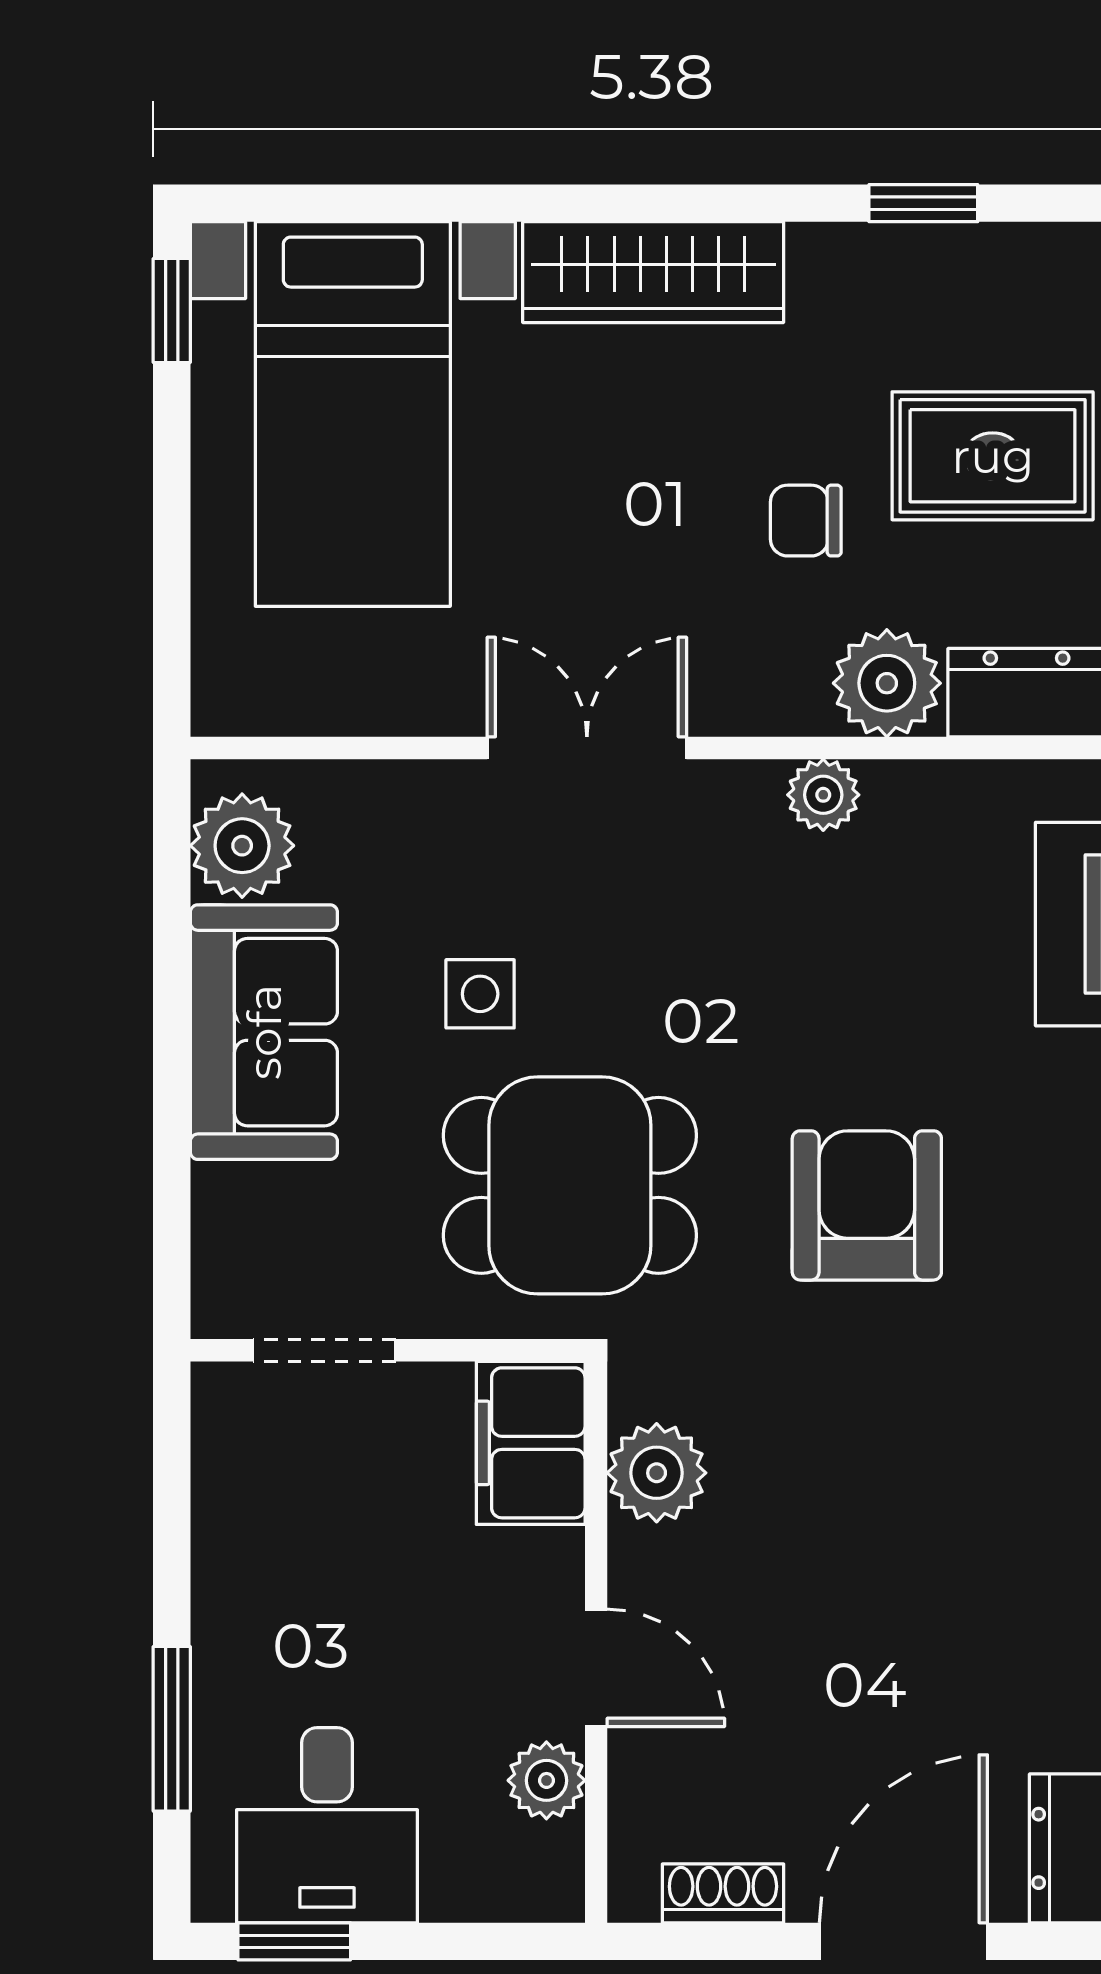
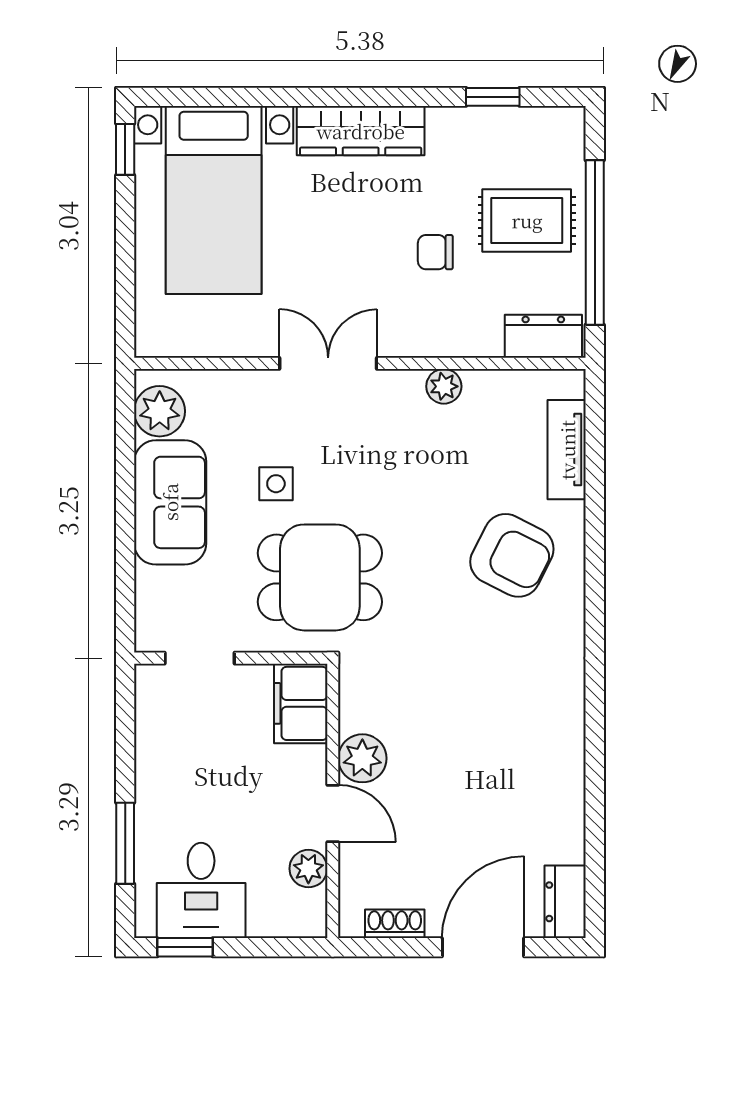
plant: (887, 683) -> (475, 332), removed
armchair: (867, 1205) -> (512, 555), moved, turned 117
plant: (657, 1473) -> (362, 758), moved

